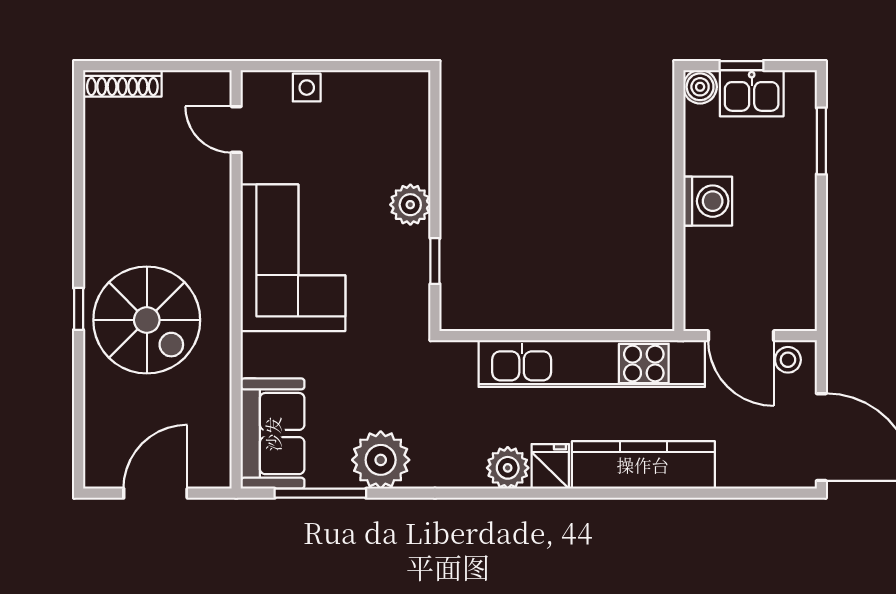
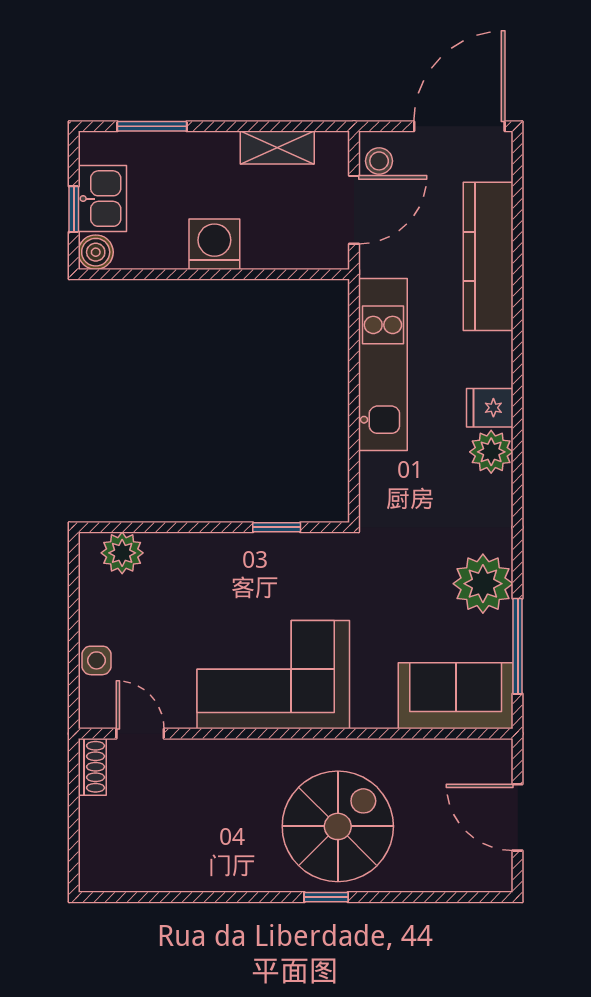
shoe rack: (122, 83) -> (92, 767), moved, width x0.70
door: (236, 130) -> (140, 734), swing flipped
plant: (410, 205) -> (122, 553), moved
shelving: (801, 262) -> (277, 147), added
kitchen unit: (592, 364) -> (383, 365), width x0.73
kitchen counter: (643, 465) -> (488, 256), moved

